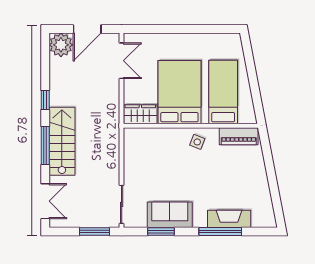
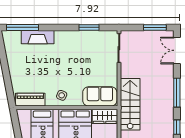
stairs: (62, 141) -> (130, 104), moved, turned 180
sofa: (170, 215) -> (100, 96), moved, turned 180
window: (95, 232) -> (155, 27), moved
window: (220, 232) -> (23, 27), moved

